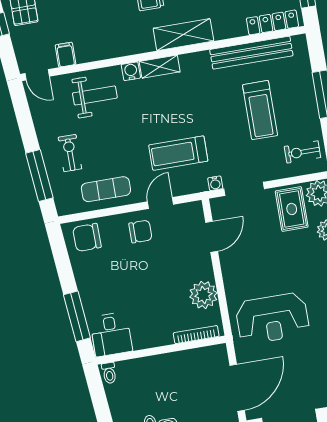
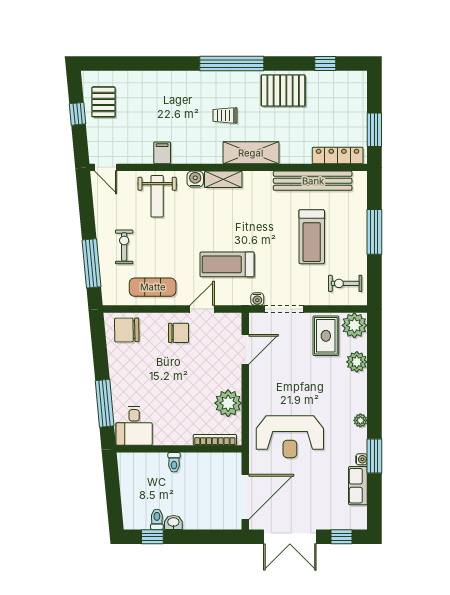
filing cabinet: (65, 55) -> (162, 153), moved
weight bench: (95, 95) -> (157, 196), turned 90
toilet: (109, 373) -> (174, 462), moved

